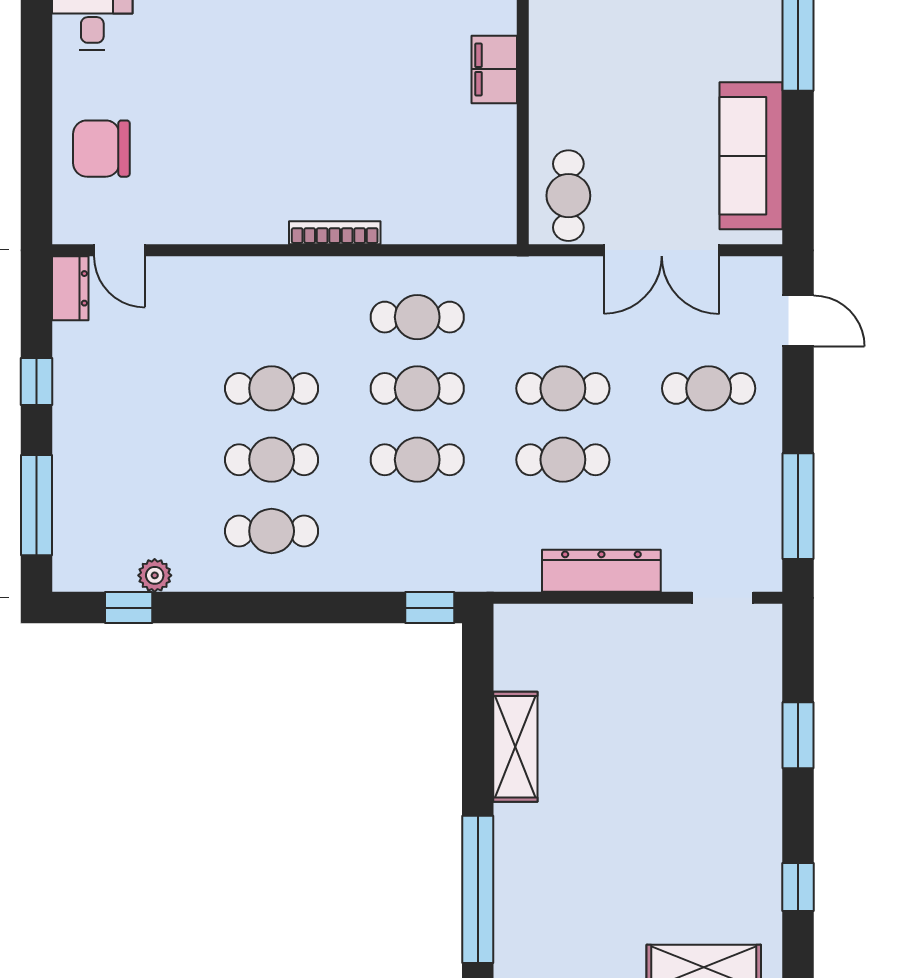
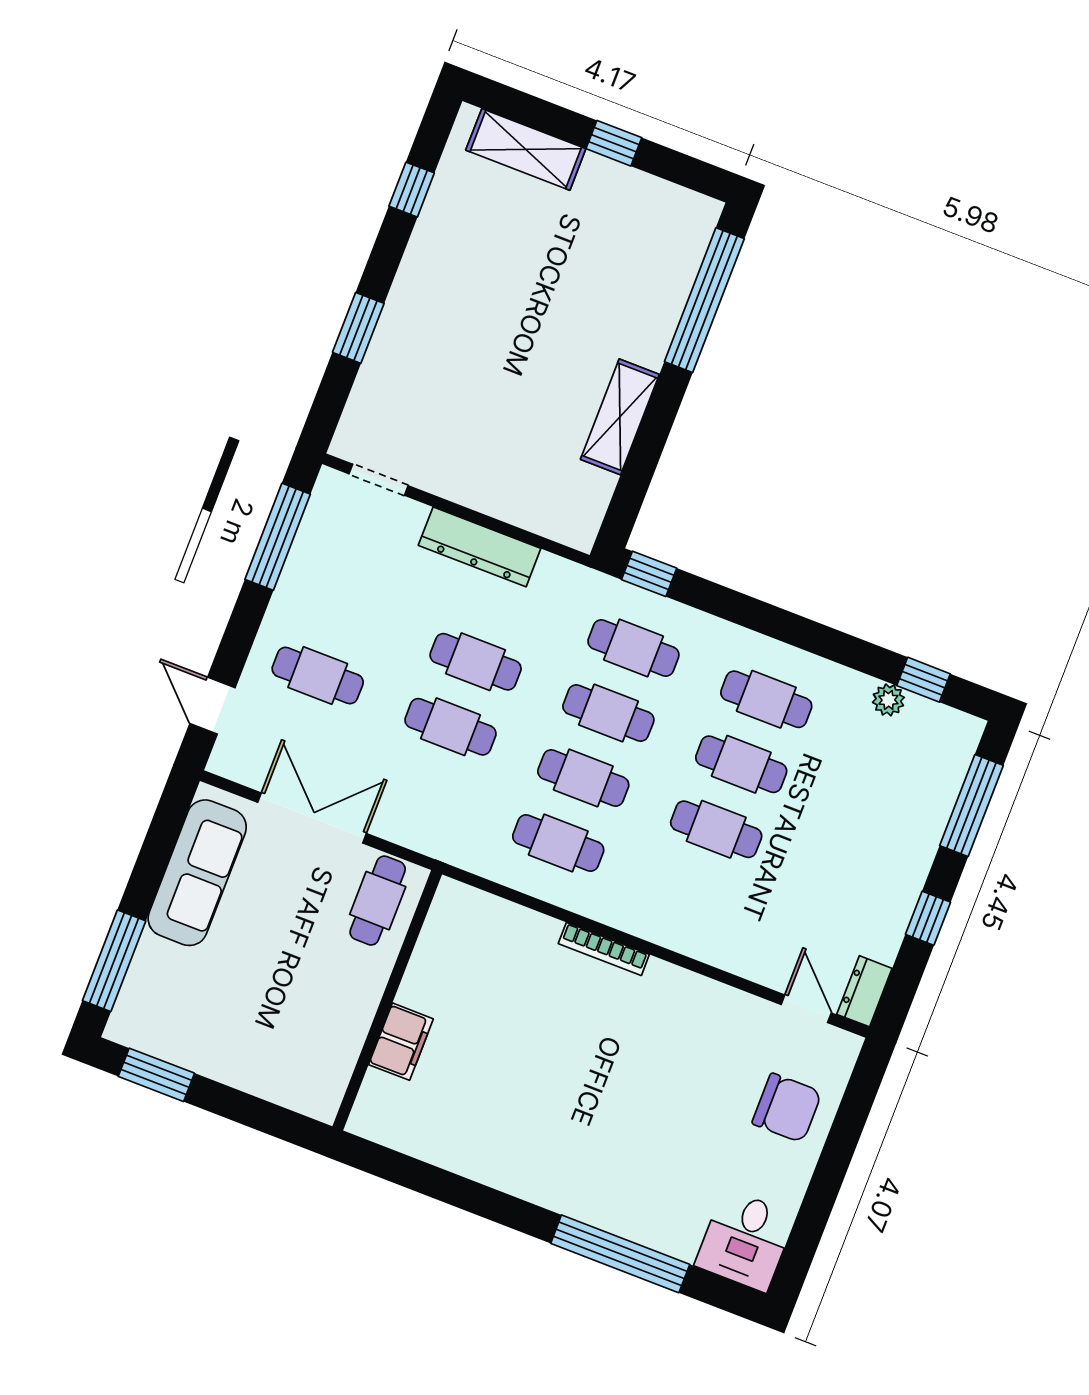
cafe table: (417, 531) -> (633, 648), added

